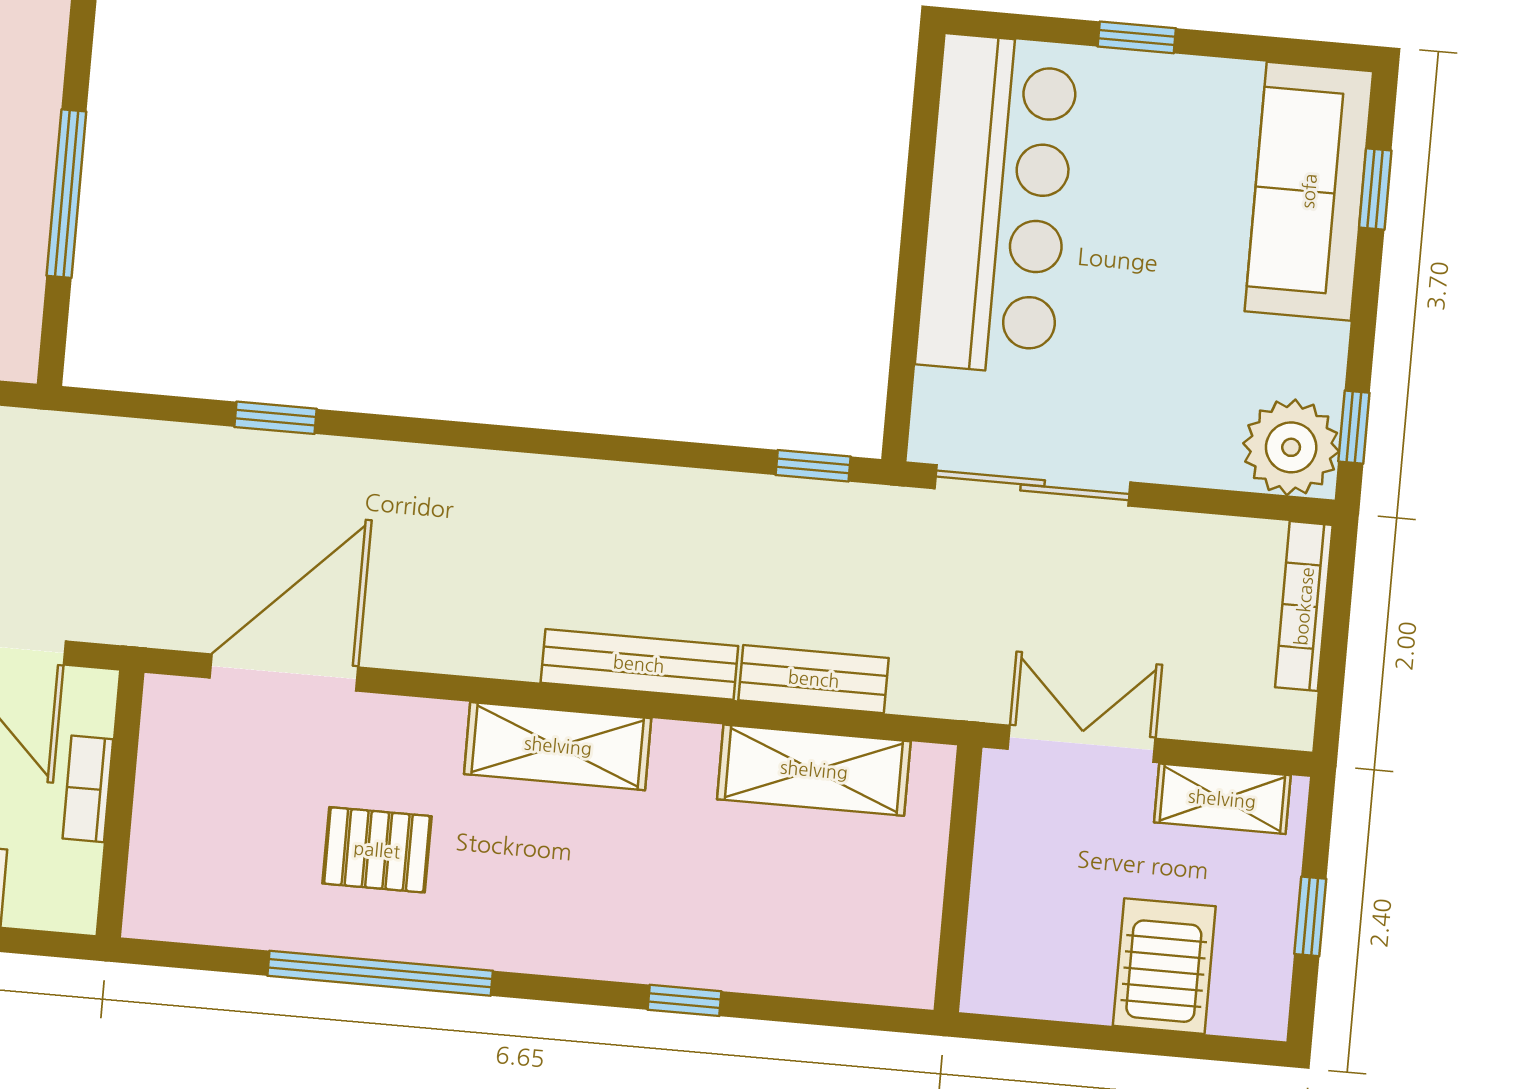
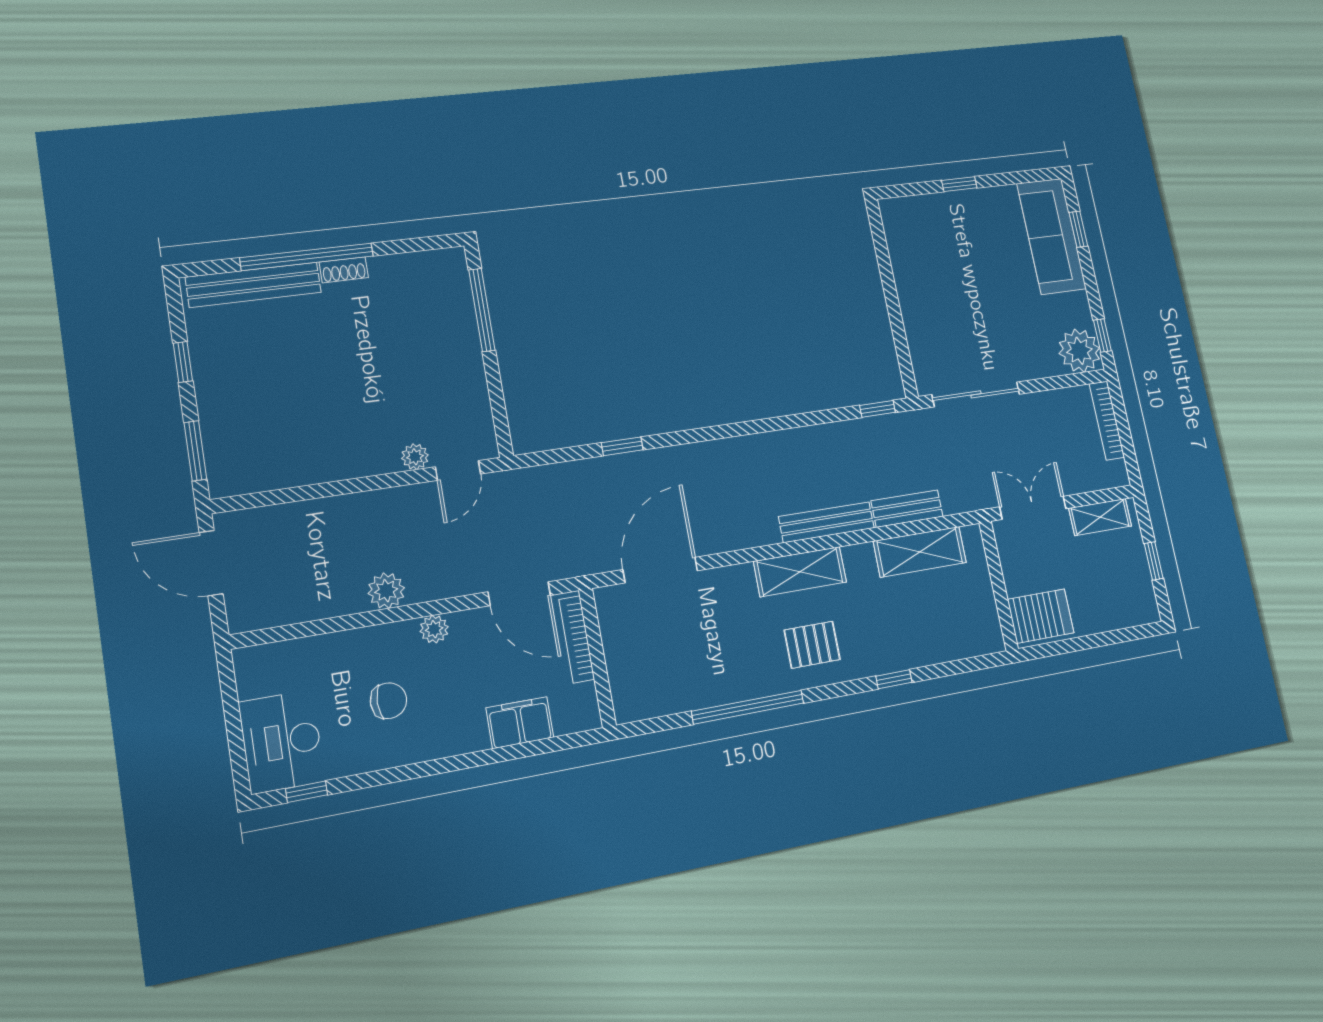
window: (66, 194) -> (482, 310), moved
bar counter: (997, 205) -> (923, 271), removed
bookcase: (88, 789) -> (577, 639), width x1.56
pallet: (377, 850) -> (812, 645), moved
server rack: (1164, 966) -> (1041, 616), moved, turned 90

